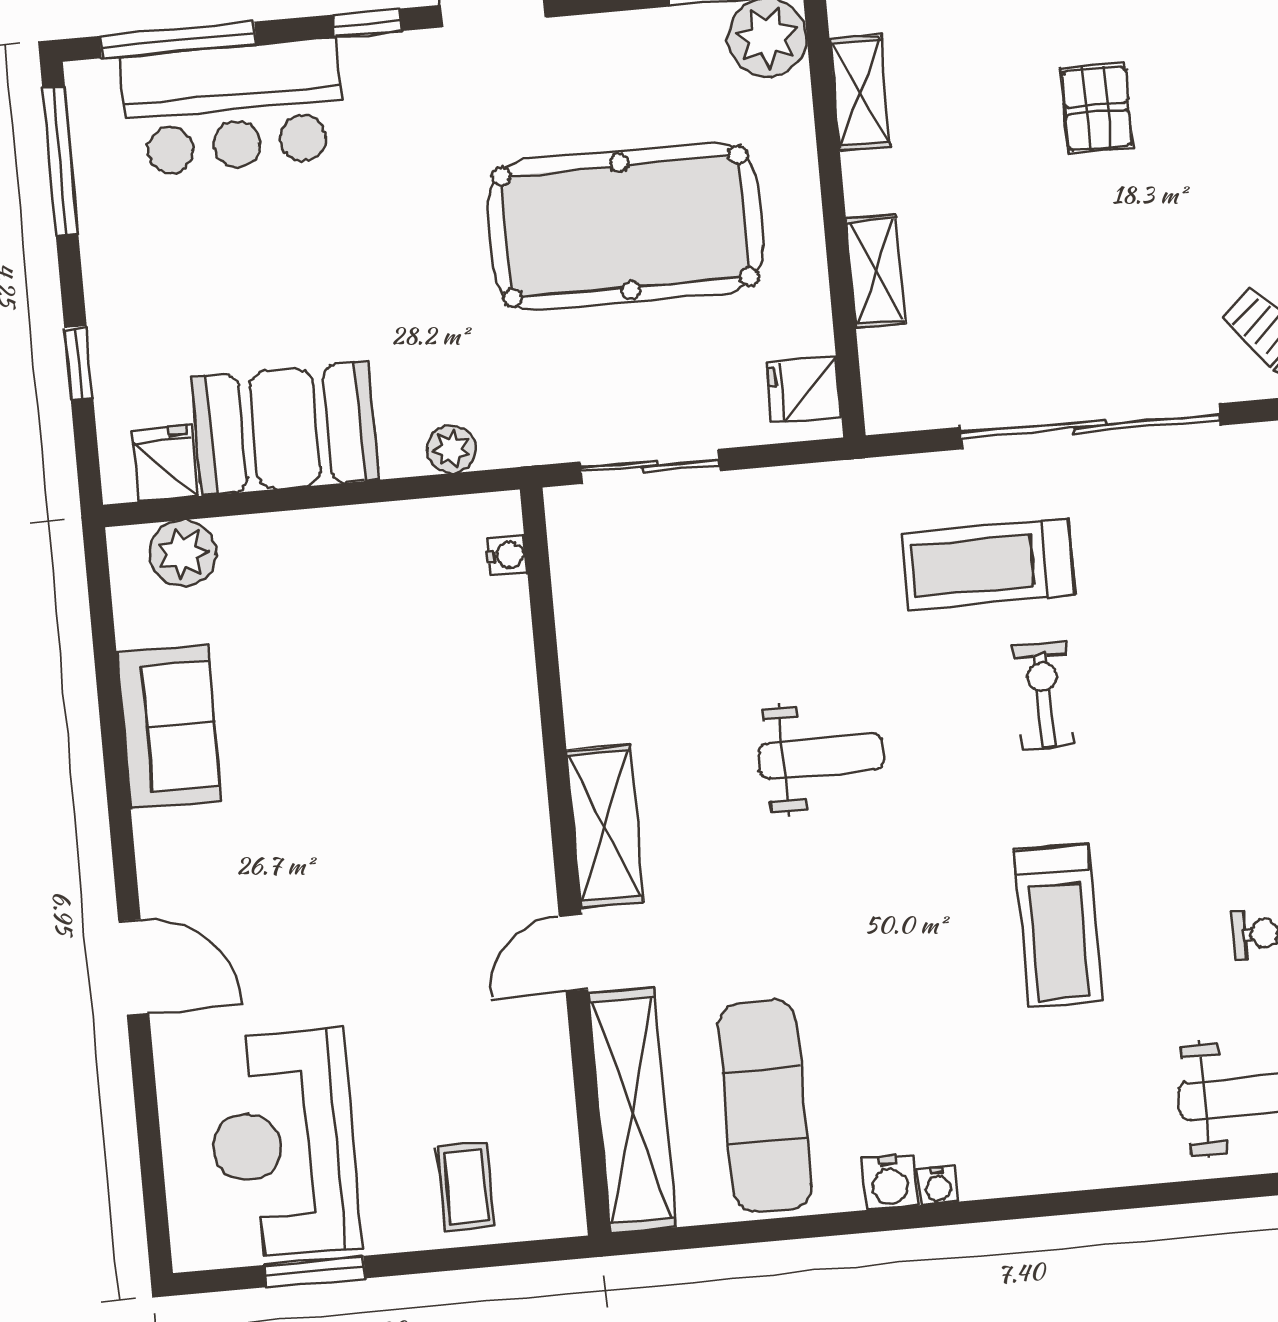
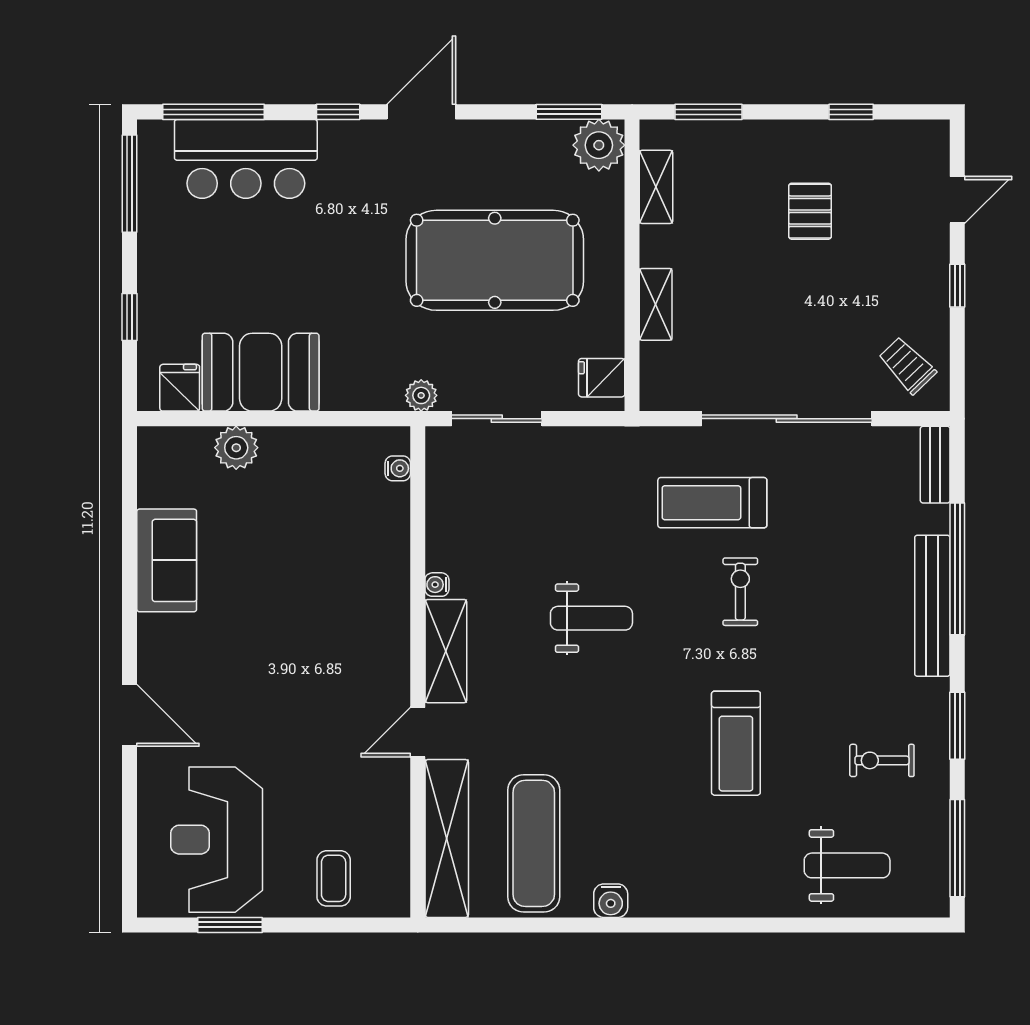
plant: (451, 449) -> (421, 395), moved
plant: (183, 553) -> (236, 448), moved
water cooler: (938, 1185) -> (437, 585), moved, turned 90

